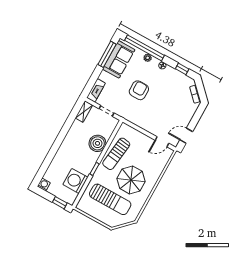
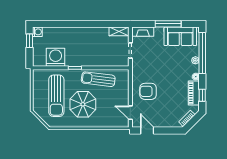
window: (107, 54) -> (168, 24), moved
piano: (176, 75) -> (194, 93), added
armchair: (139, 90) -> (148, 91), moved, turned 180
boiler: (97, 143) -> (98, 58), removed
window: (60, 203) -> (29, 41), moved

